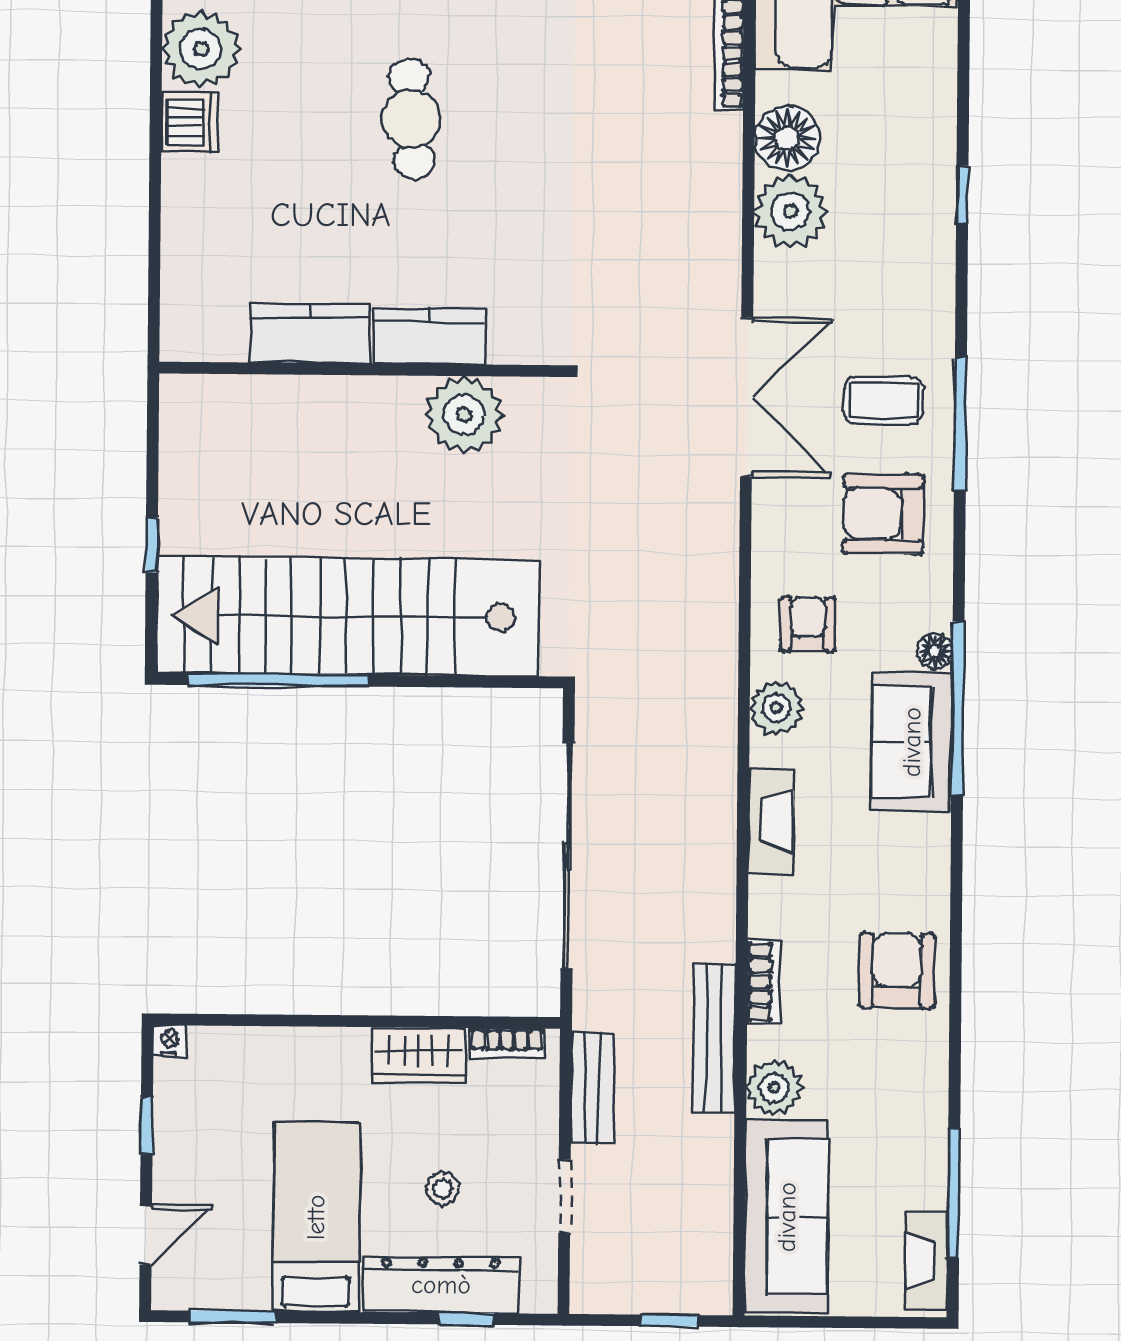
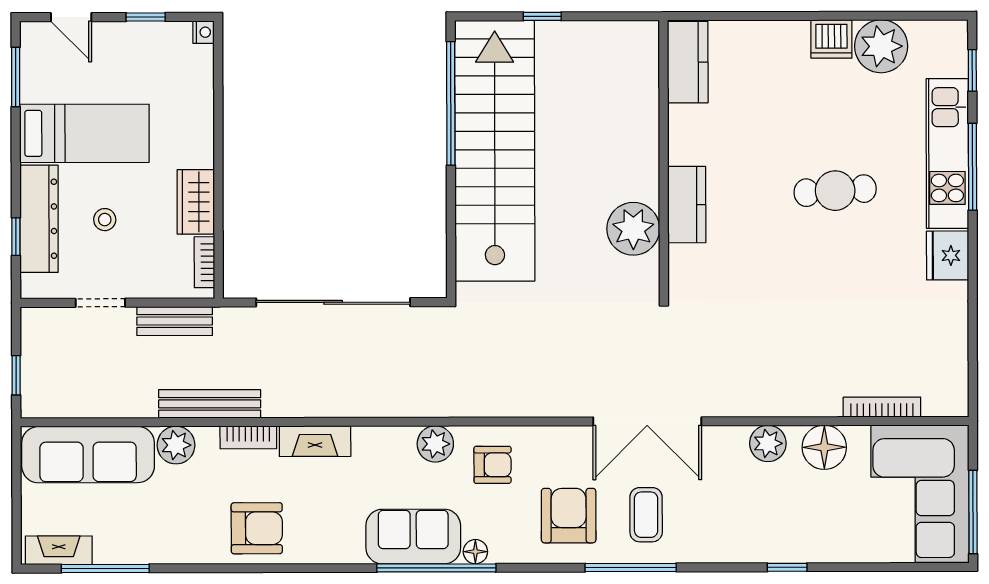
plant: (790, 211) -> (768, 443), width x0.73, depth x0.73
kitchen counter: (310, 333) -> (688, 62), moved
fireplace: (771, 821) -> (315, 441), moved

